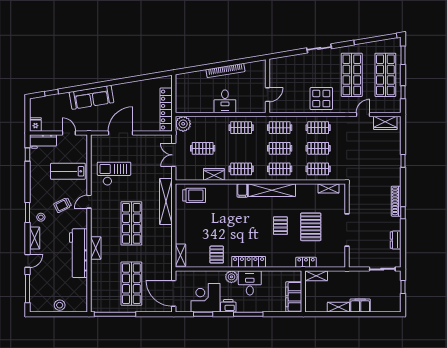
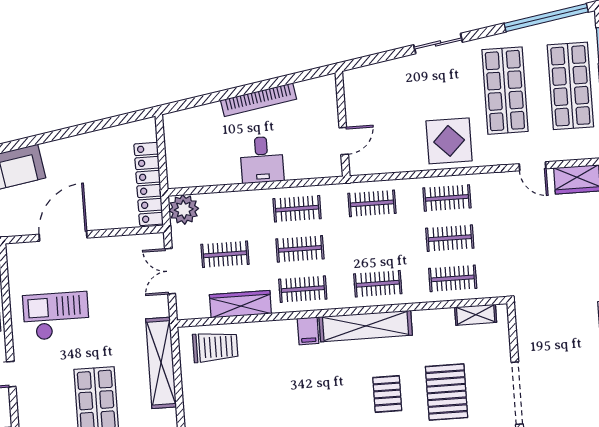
door: (363, 115) -> (533, 166), swing flipped
clothes rail: (280, 148) -> (300, 249), moved
wardrobe: (214, 174) -> (240, 304), width x1.50

